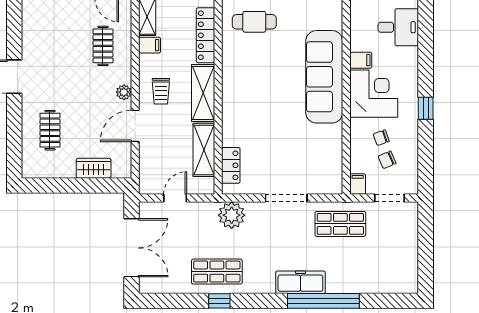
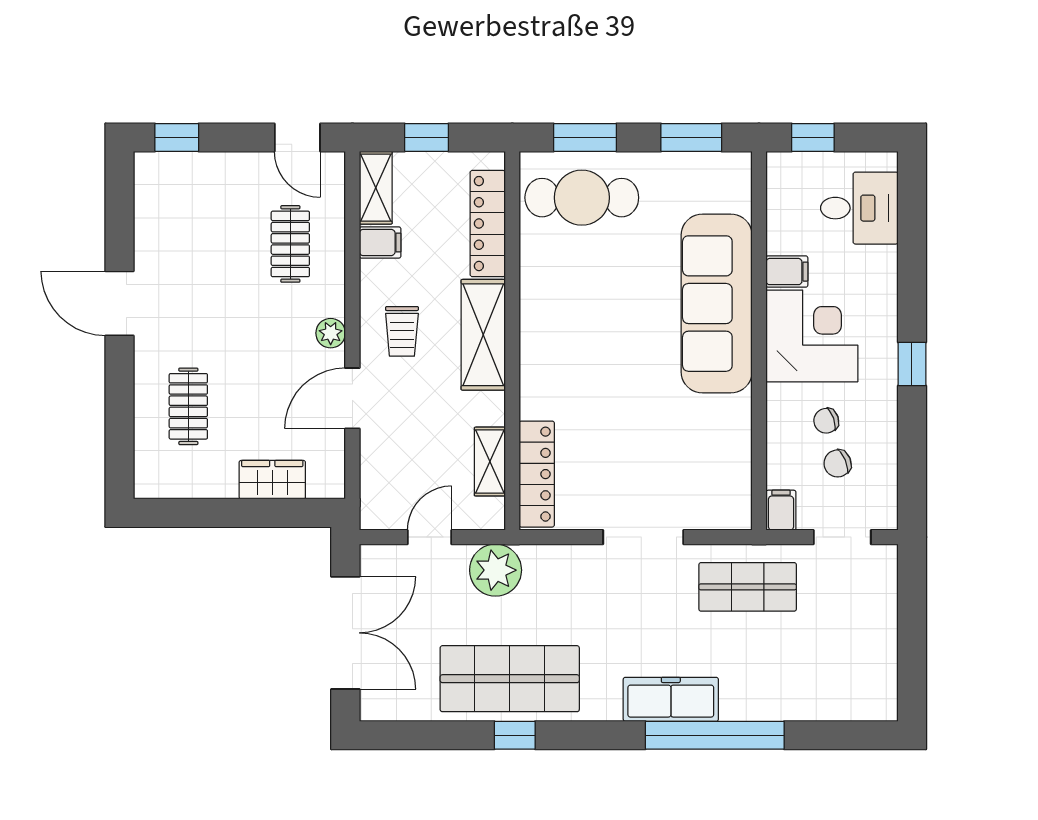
cafe table: (254, 22) -> (582, 198), width x1.37, depth x1.35
shelving: (204, 150) -> (490, 462), width x0.67, depth x0.75
locker: (231, 165) -> (537, 474), width x1.53
plant: (232, 215) -> (496, 570), moved
shop shelf: (217, 272) -> (510, 679), width x1.43, depth x1.36

